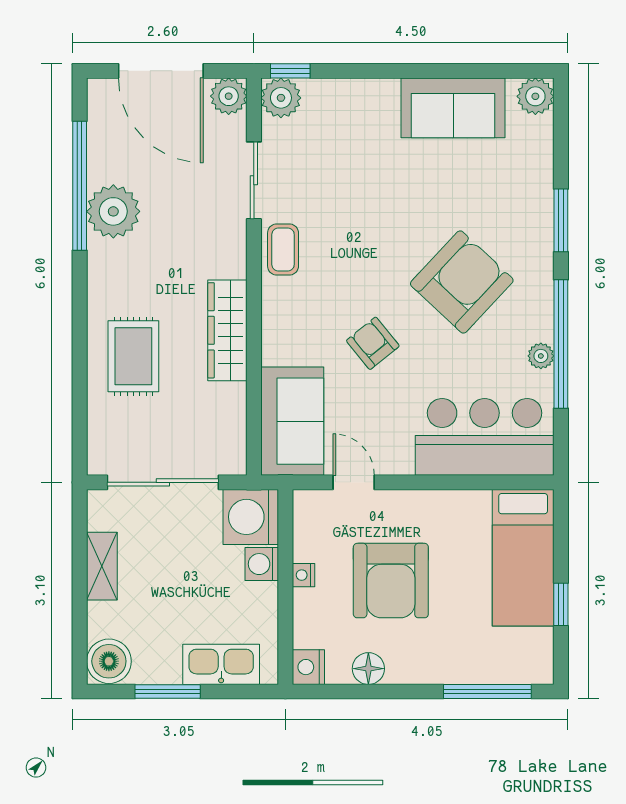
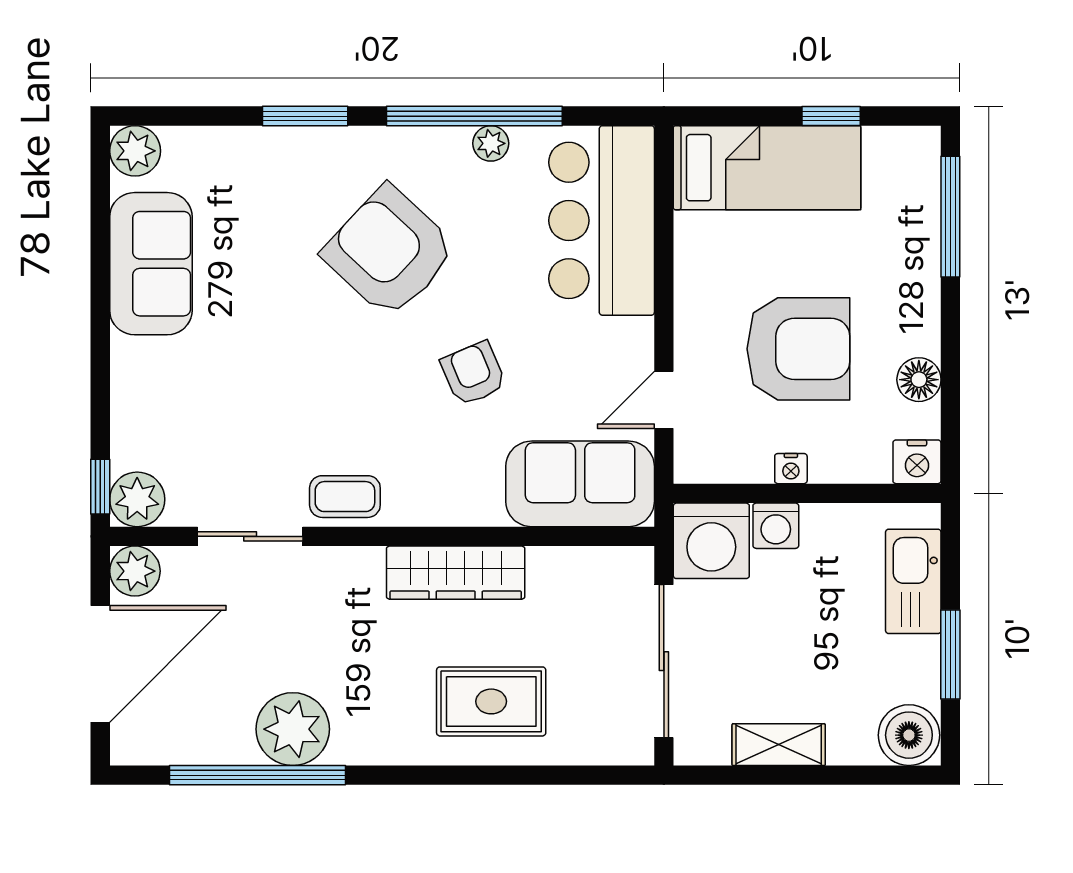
armchair: (373, 343) -> (473, 374), turned 106

